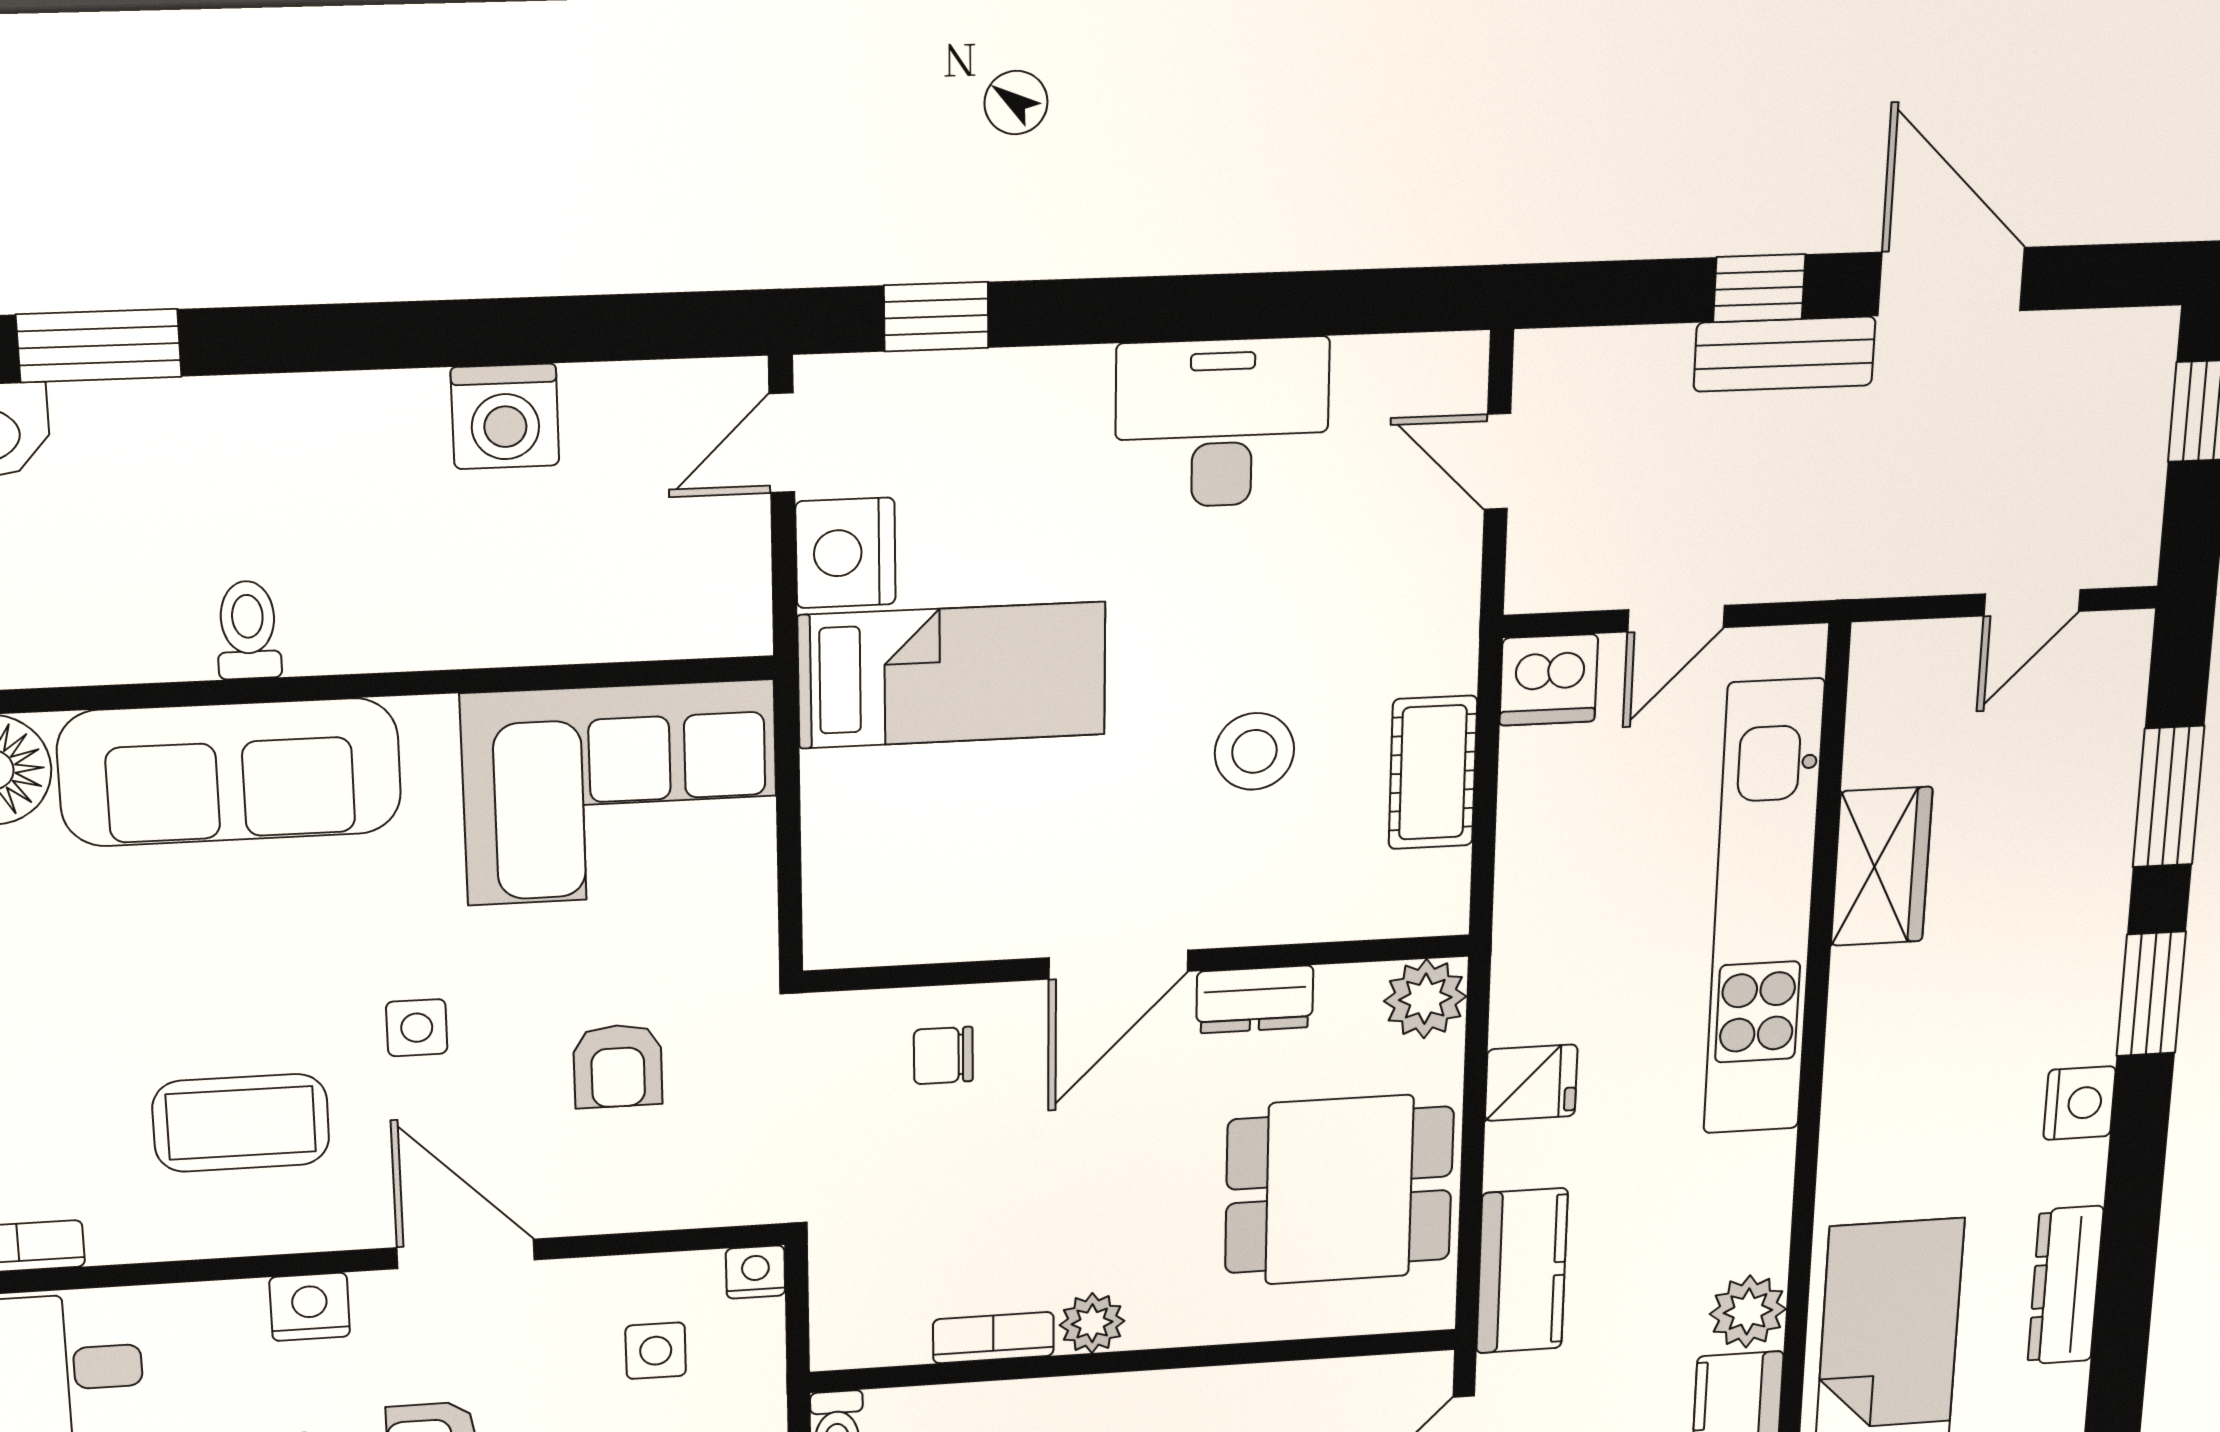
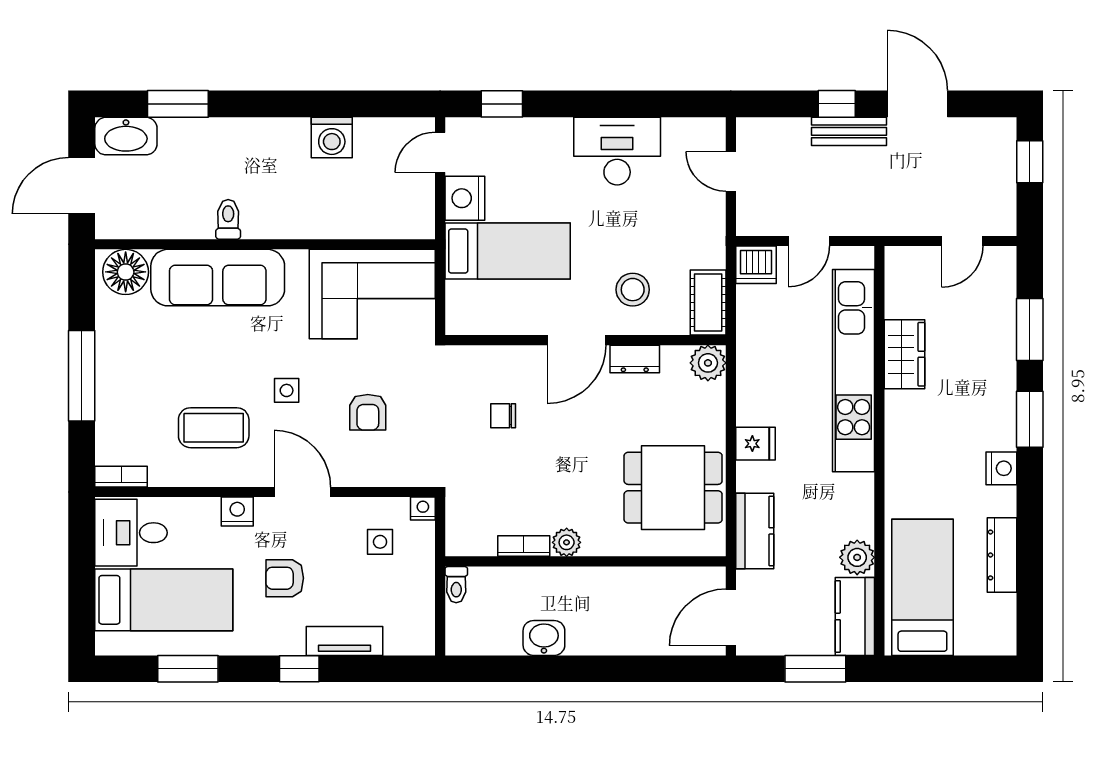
wall: (1139, 963) -> (585, 340), moved
door: (1118, 965) -> (577, 340), moved
dresser: (1255, 999) -> (635, 359), moved
plant: (1425, 999) -> (708, 363), moved

